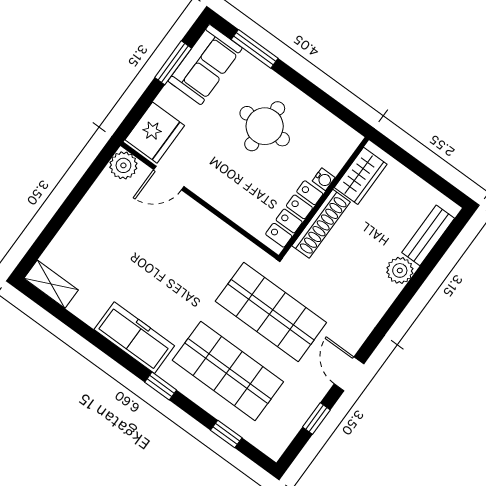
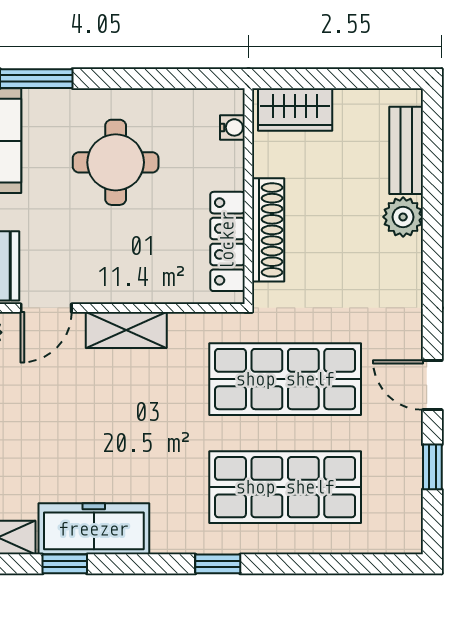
wardrobe: (361, 176) -> (295, 109), moved, turned 90
water cooler: (324, 179) -> (232, 127), moved
shelving: (204, 222) -> (126, 330), added
freezer: (134, 338) -> (94, 529), moved
window: (226, 434) -> (65, 564), moved

